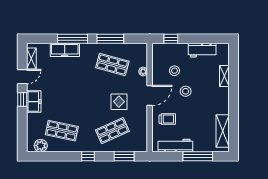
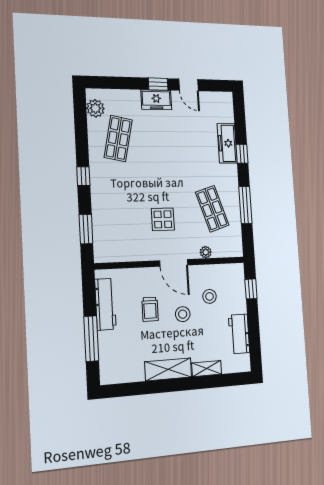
window: (73, 39) -> (242, 154), width x0.46
shelving: (31, 59) -> (213, 98), removed
shop shelf: (112, 64) -> (212, 209), turned -33
trolley: (167, 119) -> (150, 309), moved
shop shelf: (112, 131) -> (122, 211), removed
shelving: (223, 131) -> (168, 369), moved

